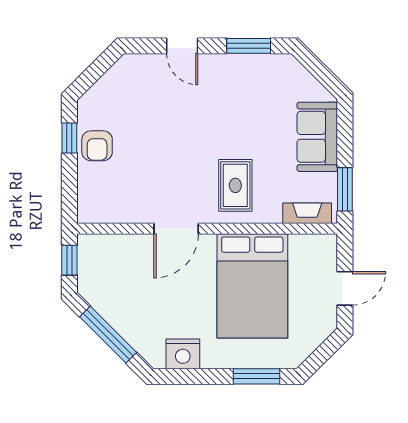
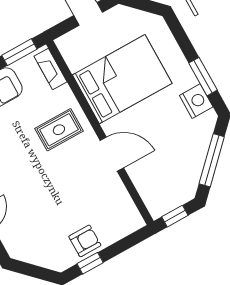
window: (257, 376) -> (203, 77), moved

